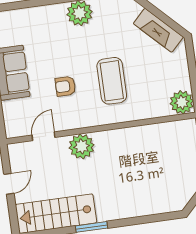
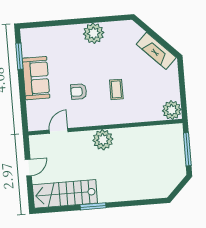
coffee table: (112, 81) -> (116, 89), width x0.54, depth x0.58
plant: (82, 146) -> (103, 140), moved

